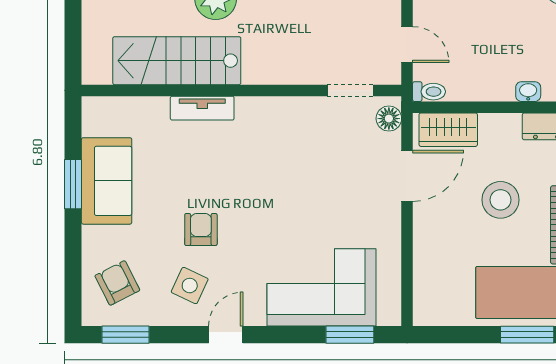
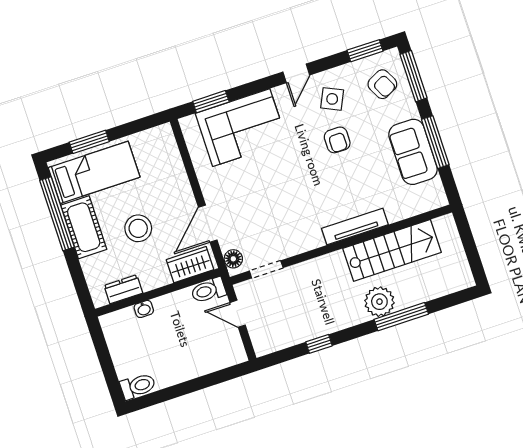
toilet: (429, 92) -> (208, 290), width x1.37, depth x1.39
tv unit: (202, 108) -> (355, 227), width x1.41
window: (73, 184) -> (435, 142), width x1.44
window: (73, 280) -> (413, 76), added

